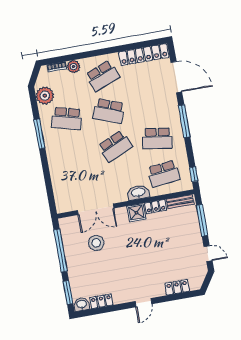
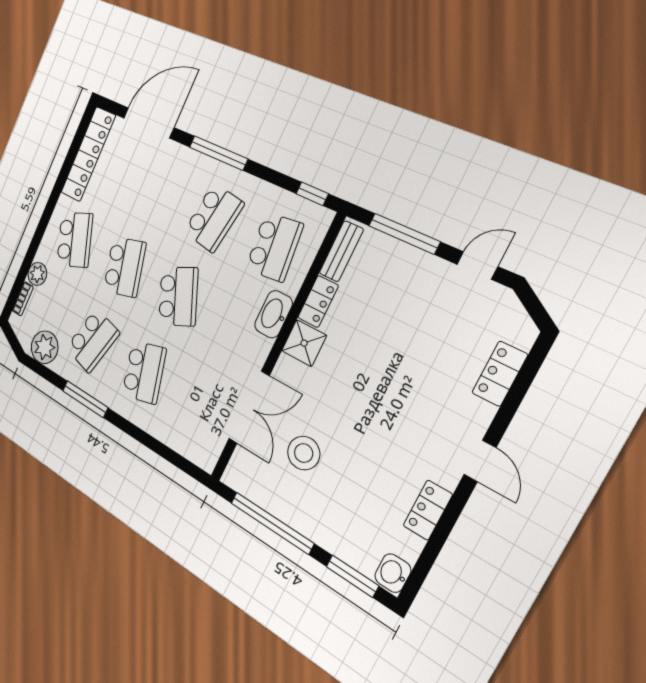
school desk: (109, 111) -> (124, 267), turned -36
school desk: (73, 154) -> (144, 372), added
locker: (101, 301) -> (428, 510), moved

